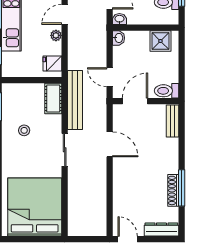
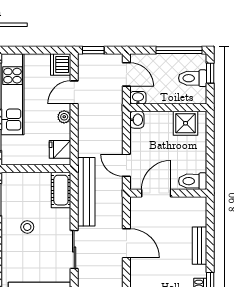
bench: (172, 121) -> (199, 246), moved

